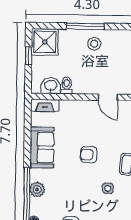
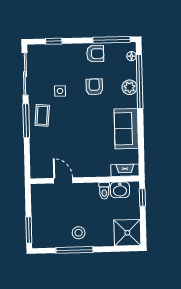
window: (85, 26) -> (74, 250), moved
window: (28, 56) -> (142, 197), moved
armchair: (89, 155) -> (94, 87), moved, turned -90

